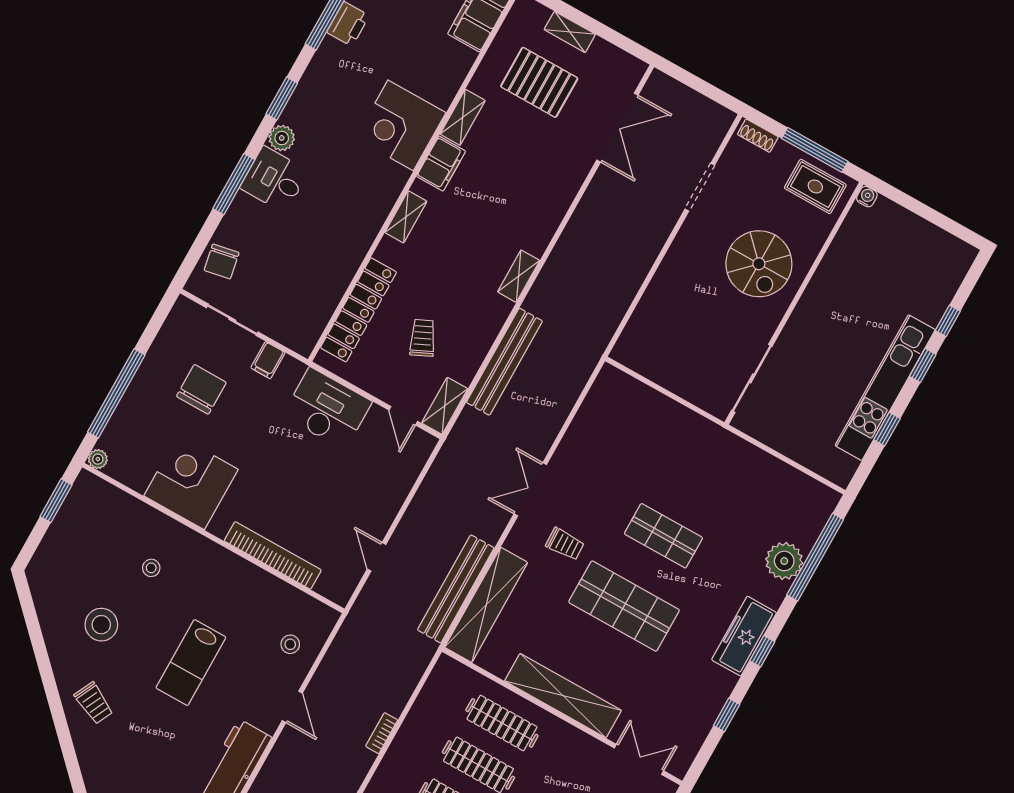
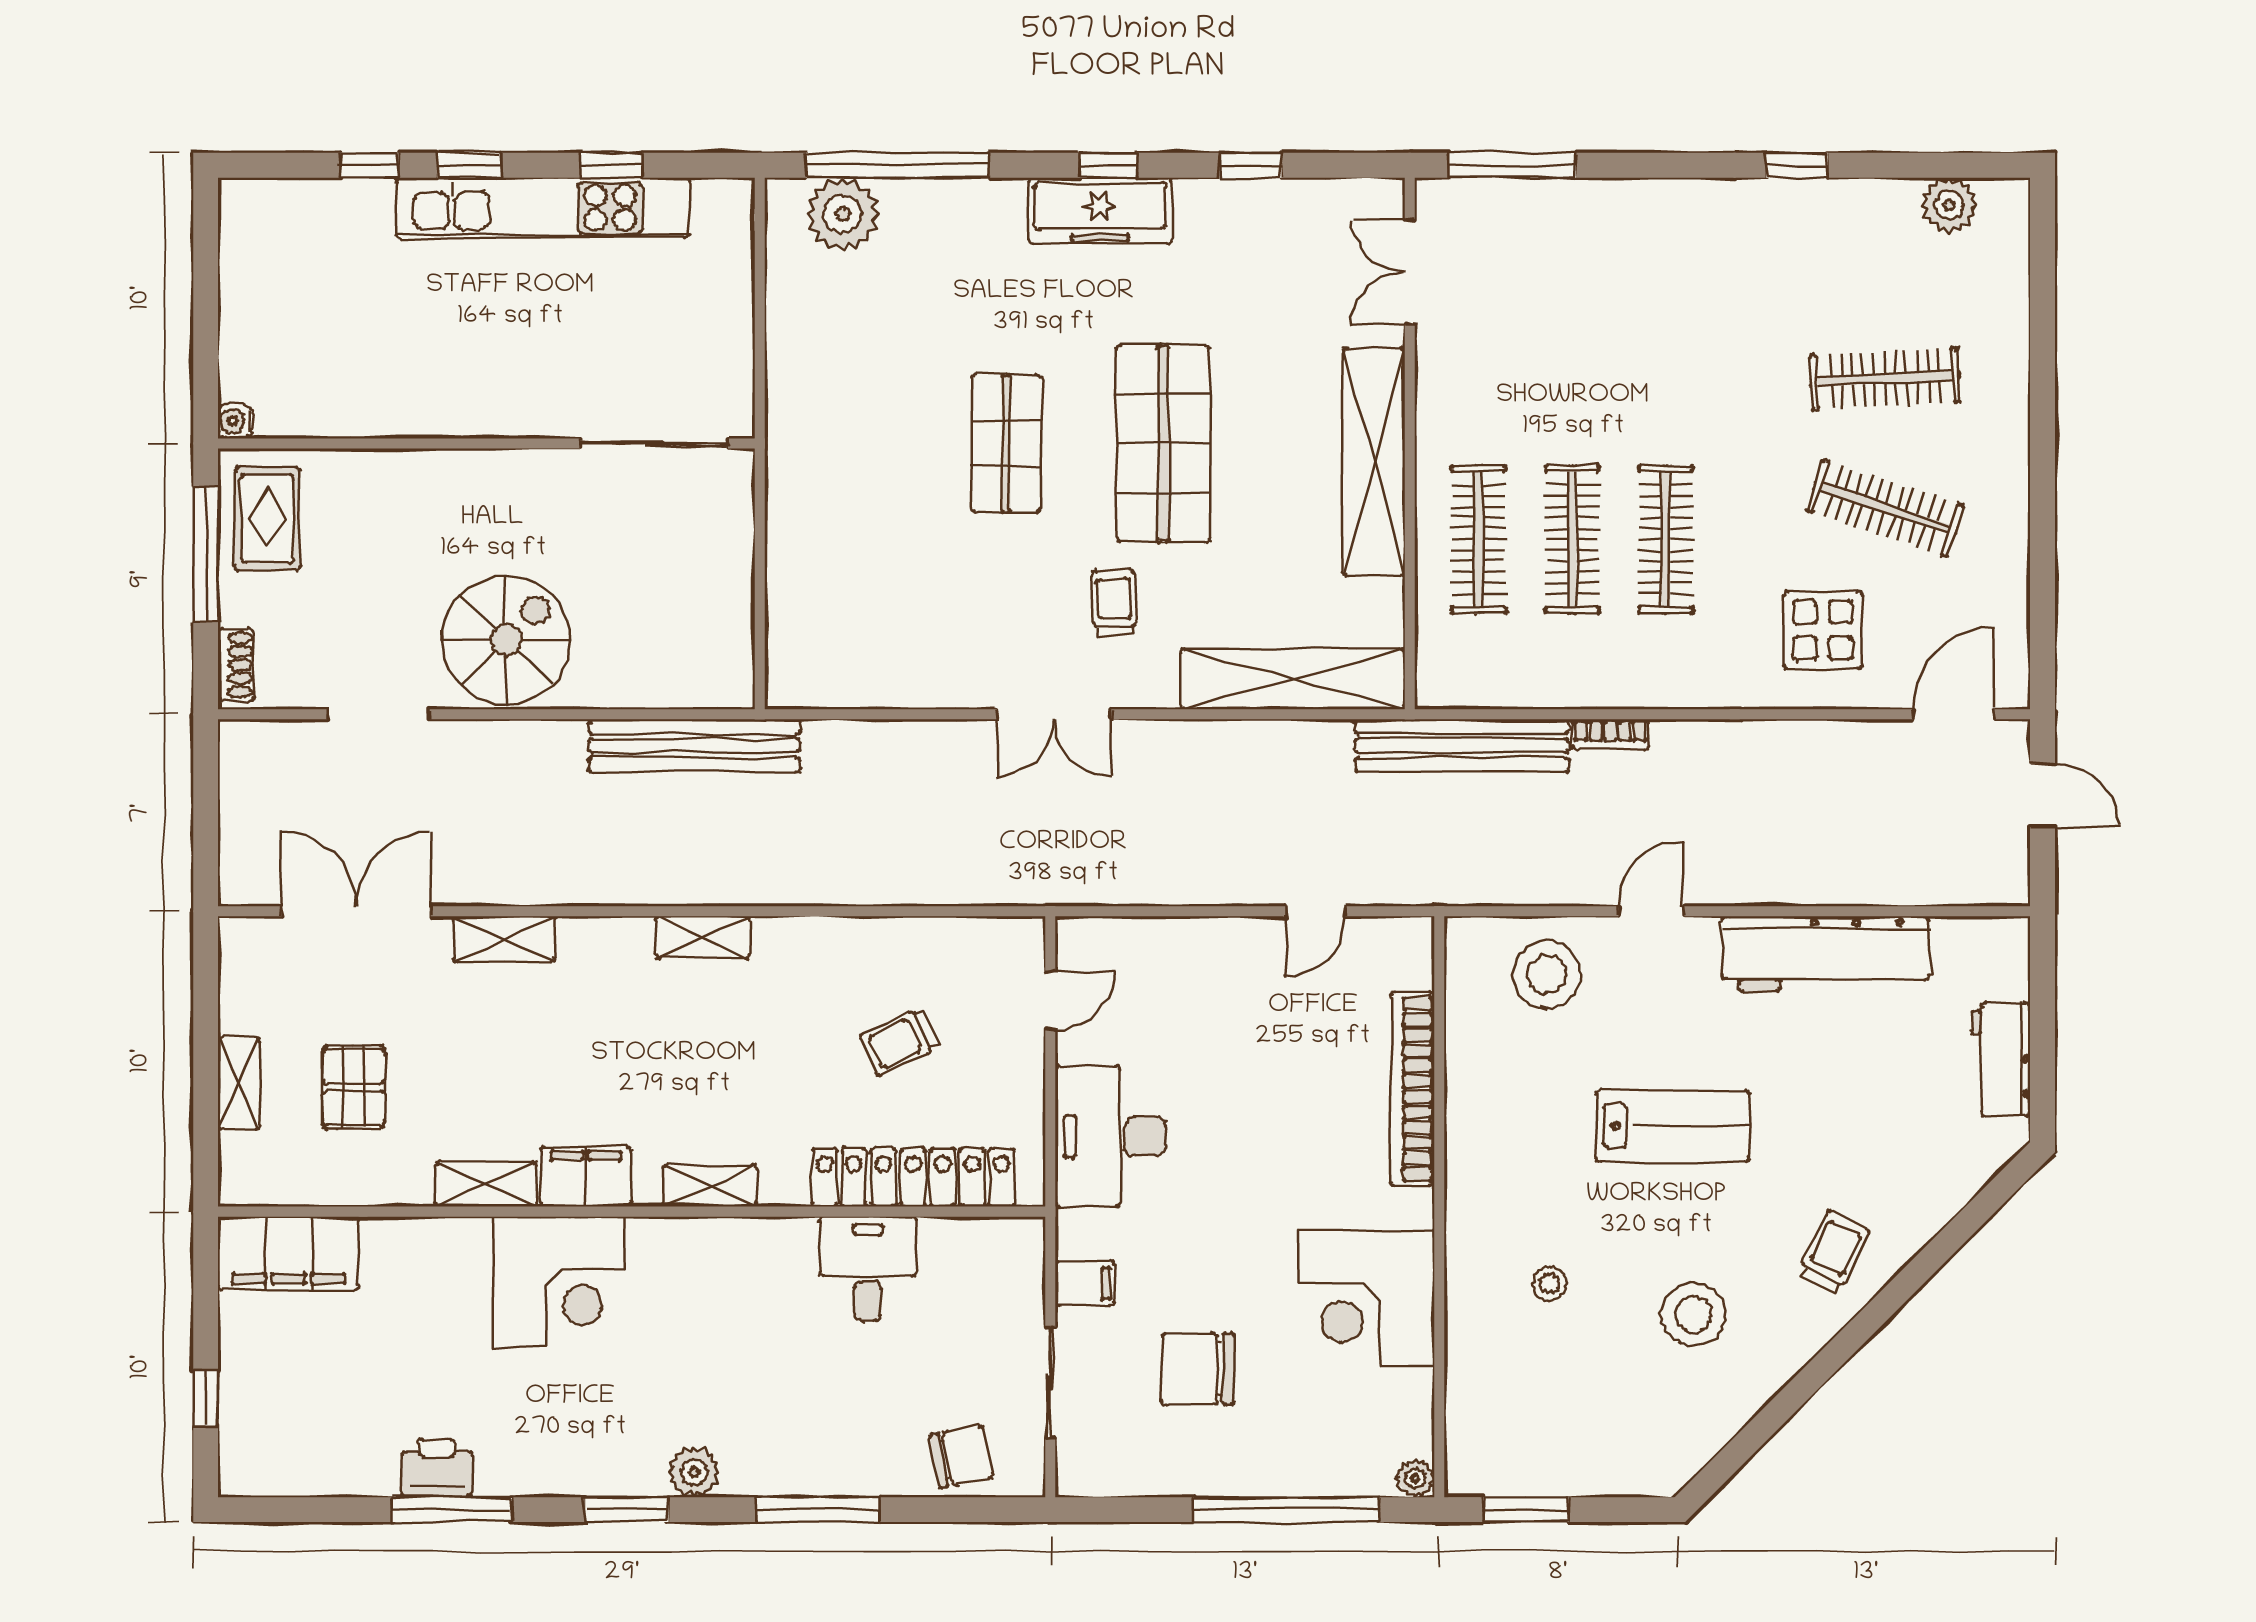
pallet: (539, 82) -> (354, 1087), width x0.67, depth x0.71
desk: (274, 179) -> (868, 1269), moved, turned 180
spiral stairs: (759, 264) -> (506, 640), moved
bench: (504, 362) -> (694, 746), moved
shelving: (445, 406) -> (505, 939), moved
plant: (784, 561) -> (843, 214), moved
bench: (456, 589) -> (1462, 746), moved
stool: (290, 644) -> (1547, 974), width x1.89, depth x1.89

